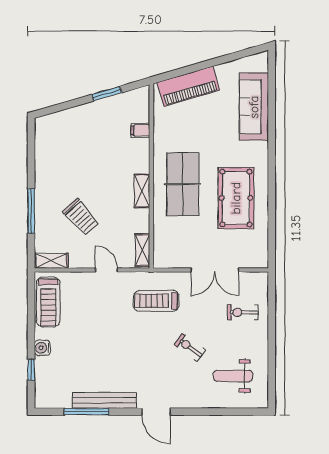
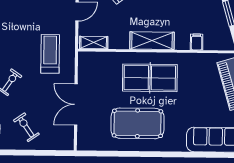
shelving: (142, 191) -> (152, 41), width x1.50, depth x1.33
exercise bike: (243, 312) -> (26, 127), moved, turned -35

